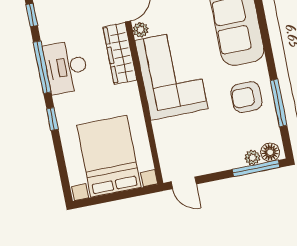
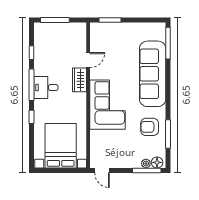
plant: (141, 30) -> (95, 74), removed
wardrobe: (120, 53) -> (79, 80), width x0.67
desk: (66, 67) -> (46, 88), width x0.73

